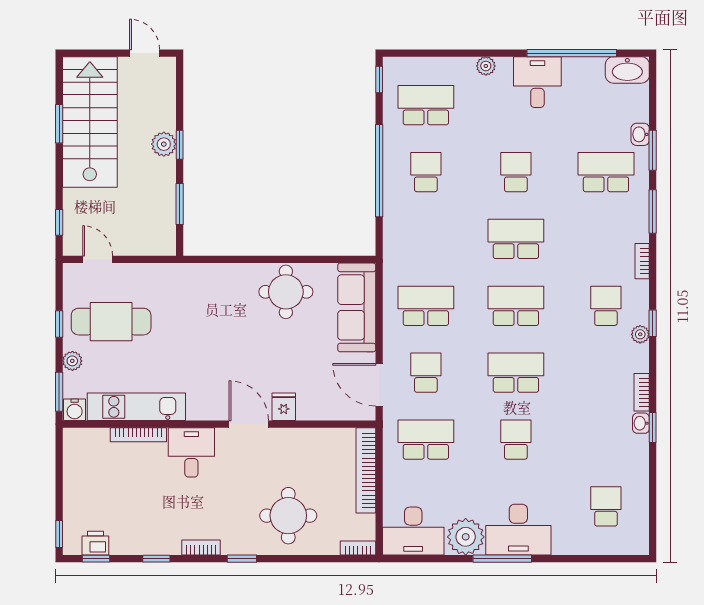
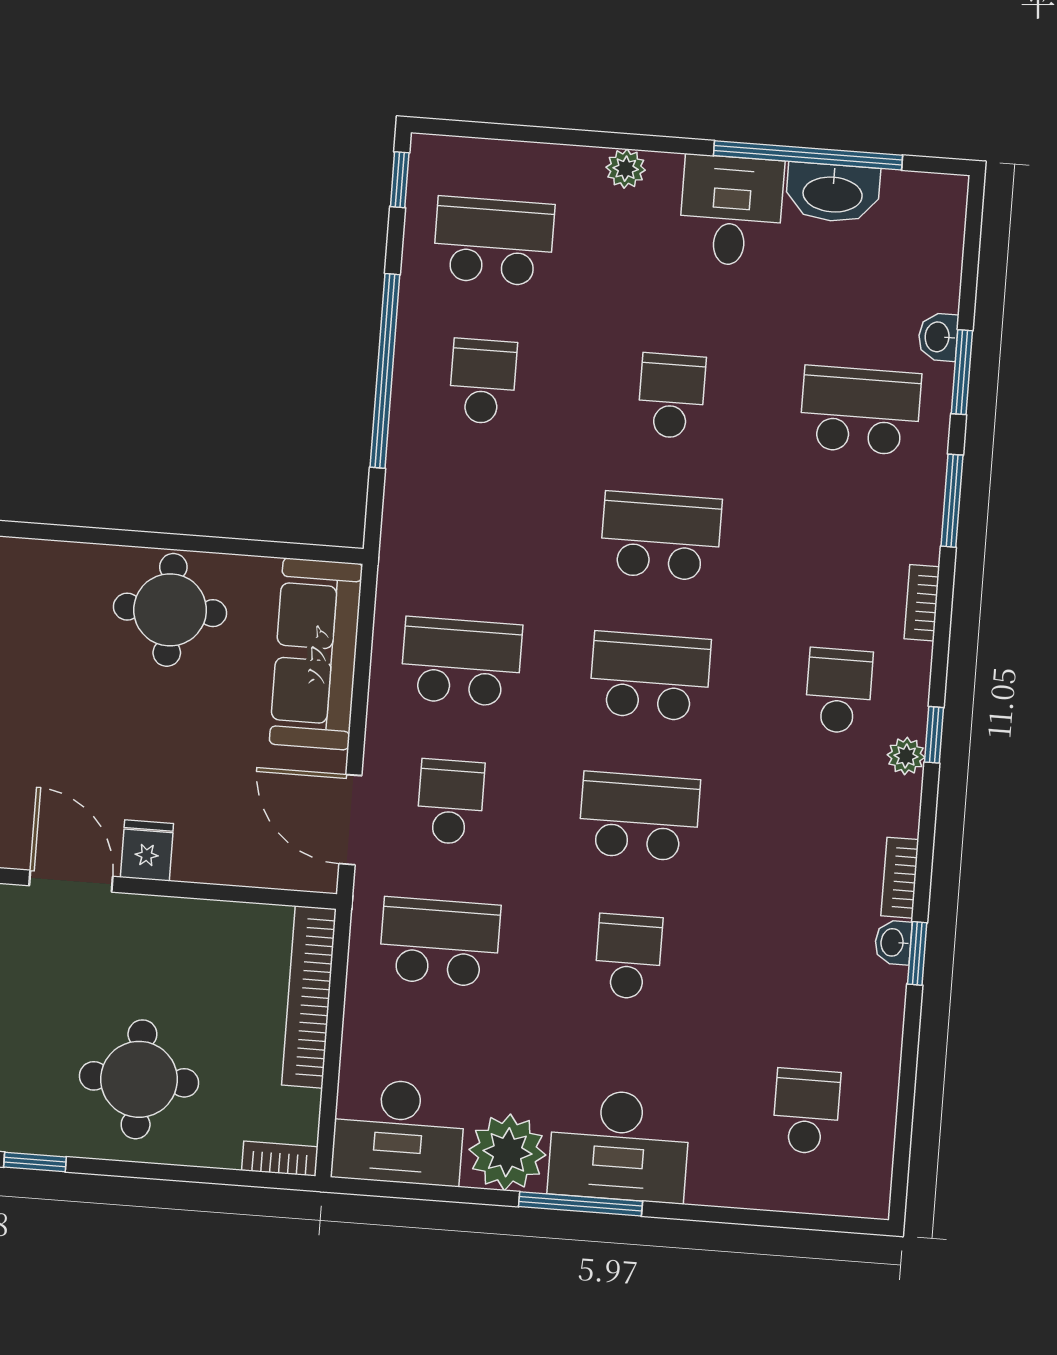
washbasin: (627, 70) -> (833, 193), moved

